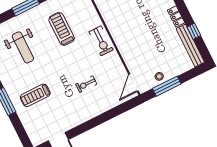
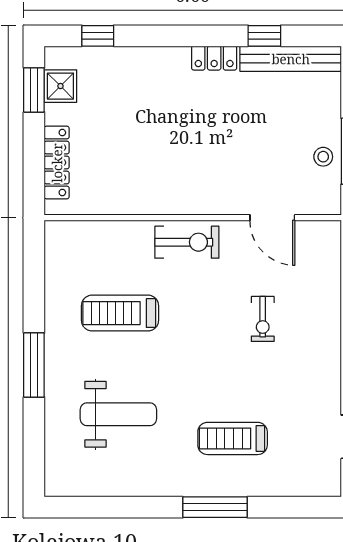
door: (134, 83) -> (272, 218), moved
treadmill: (35, 95) -> (233, 438), turned 90

